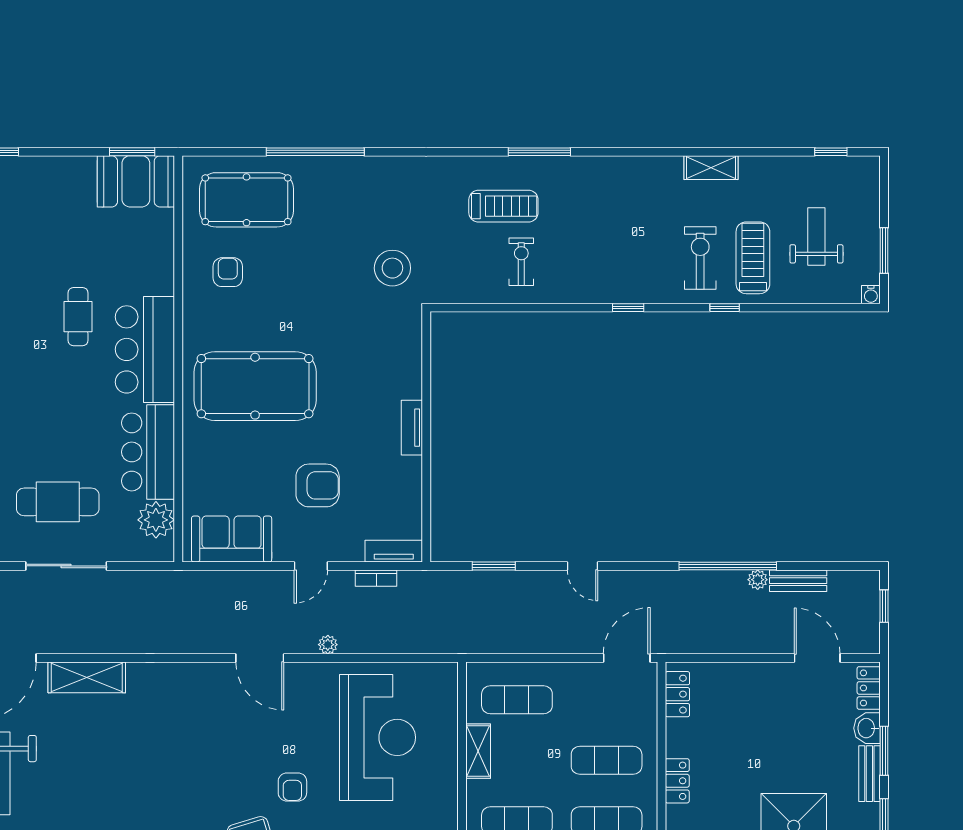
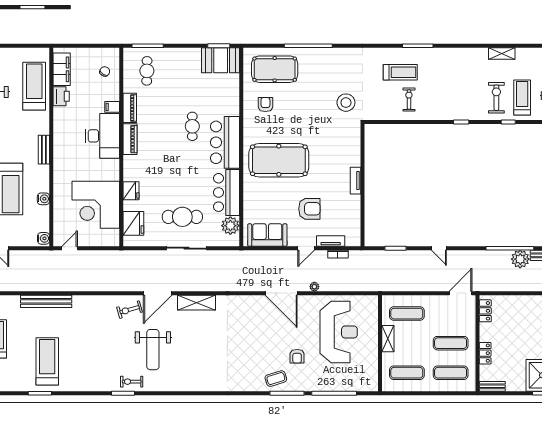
tv unit: (394, 551) -> (331, 241), moved
plant: (758, 580) -> (520, 259), width x1.88, depth x1.88
door: (260, 658) -> (281, 293), width x1.36

